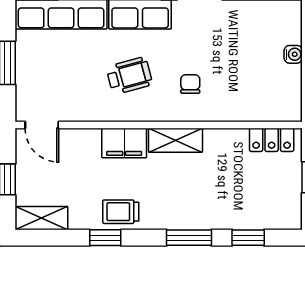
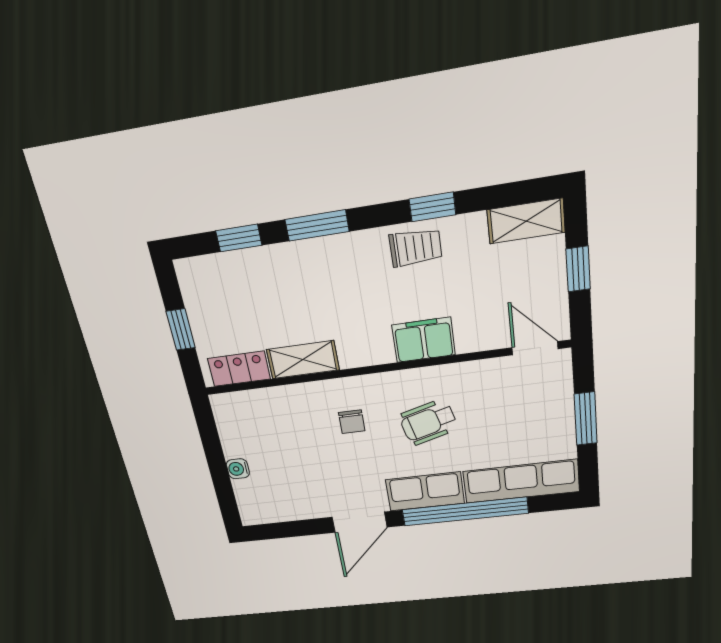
shelving: (175, 140) -> (303, 360), moved

